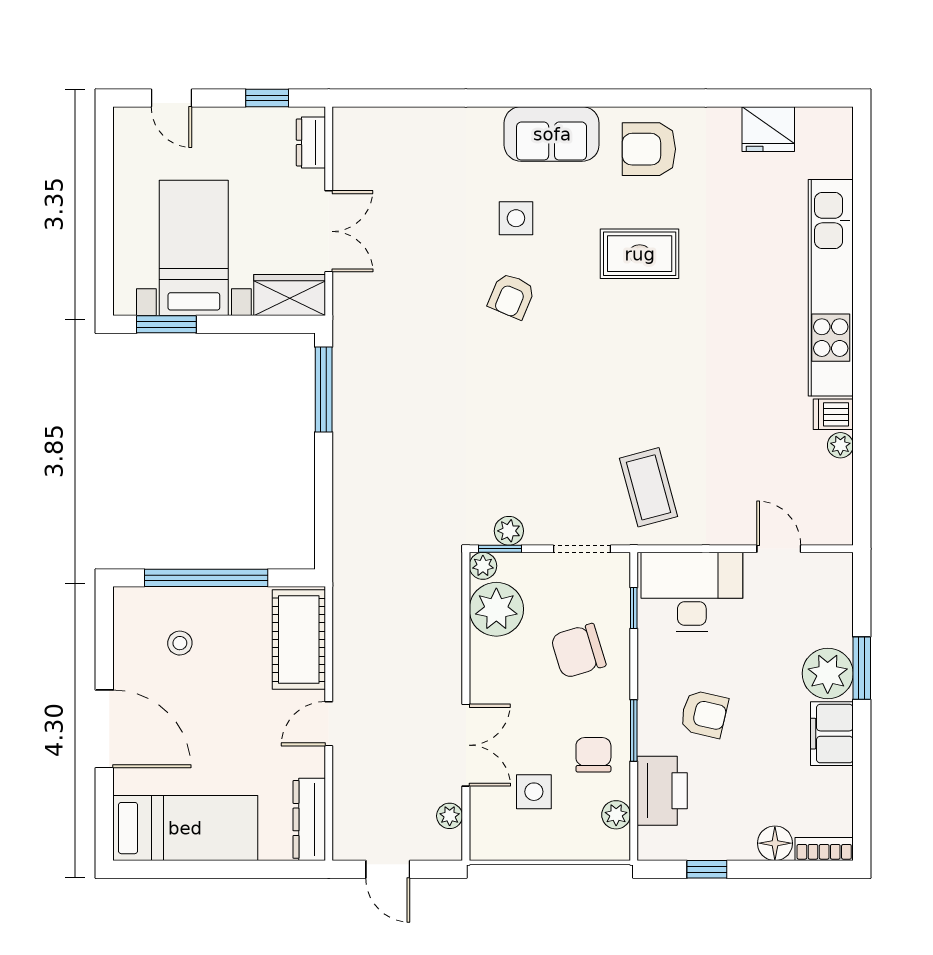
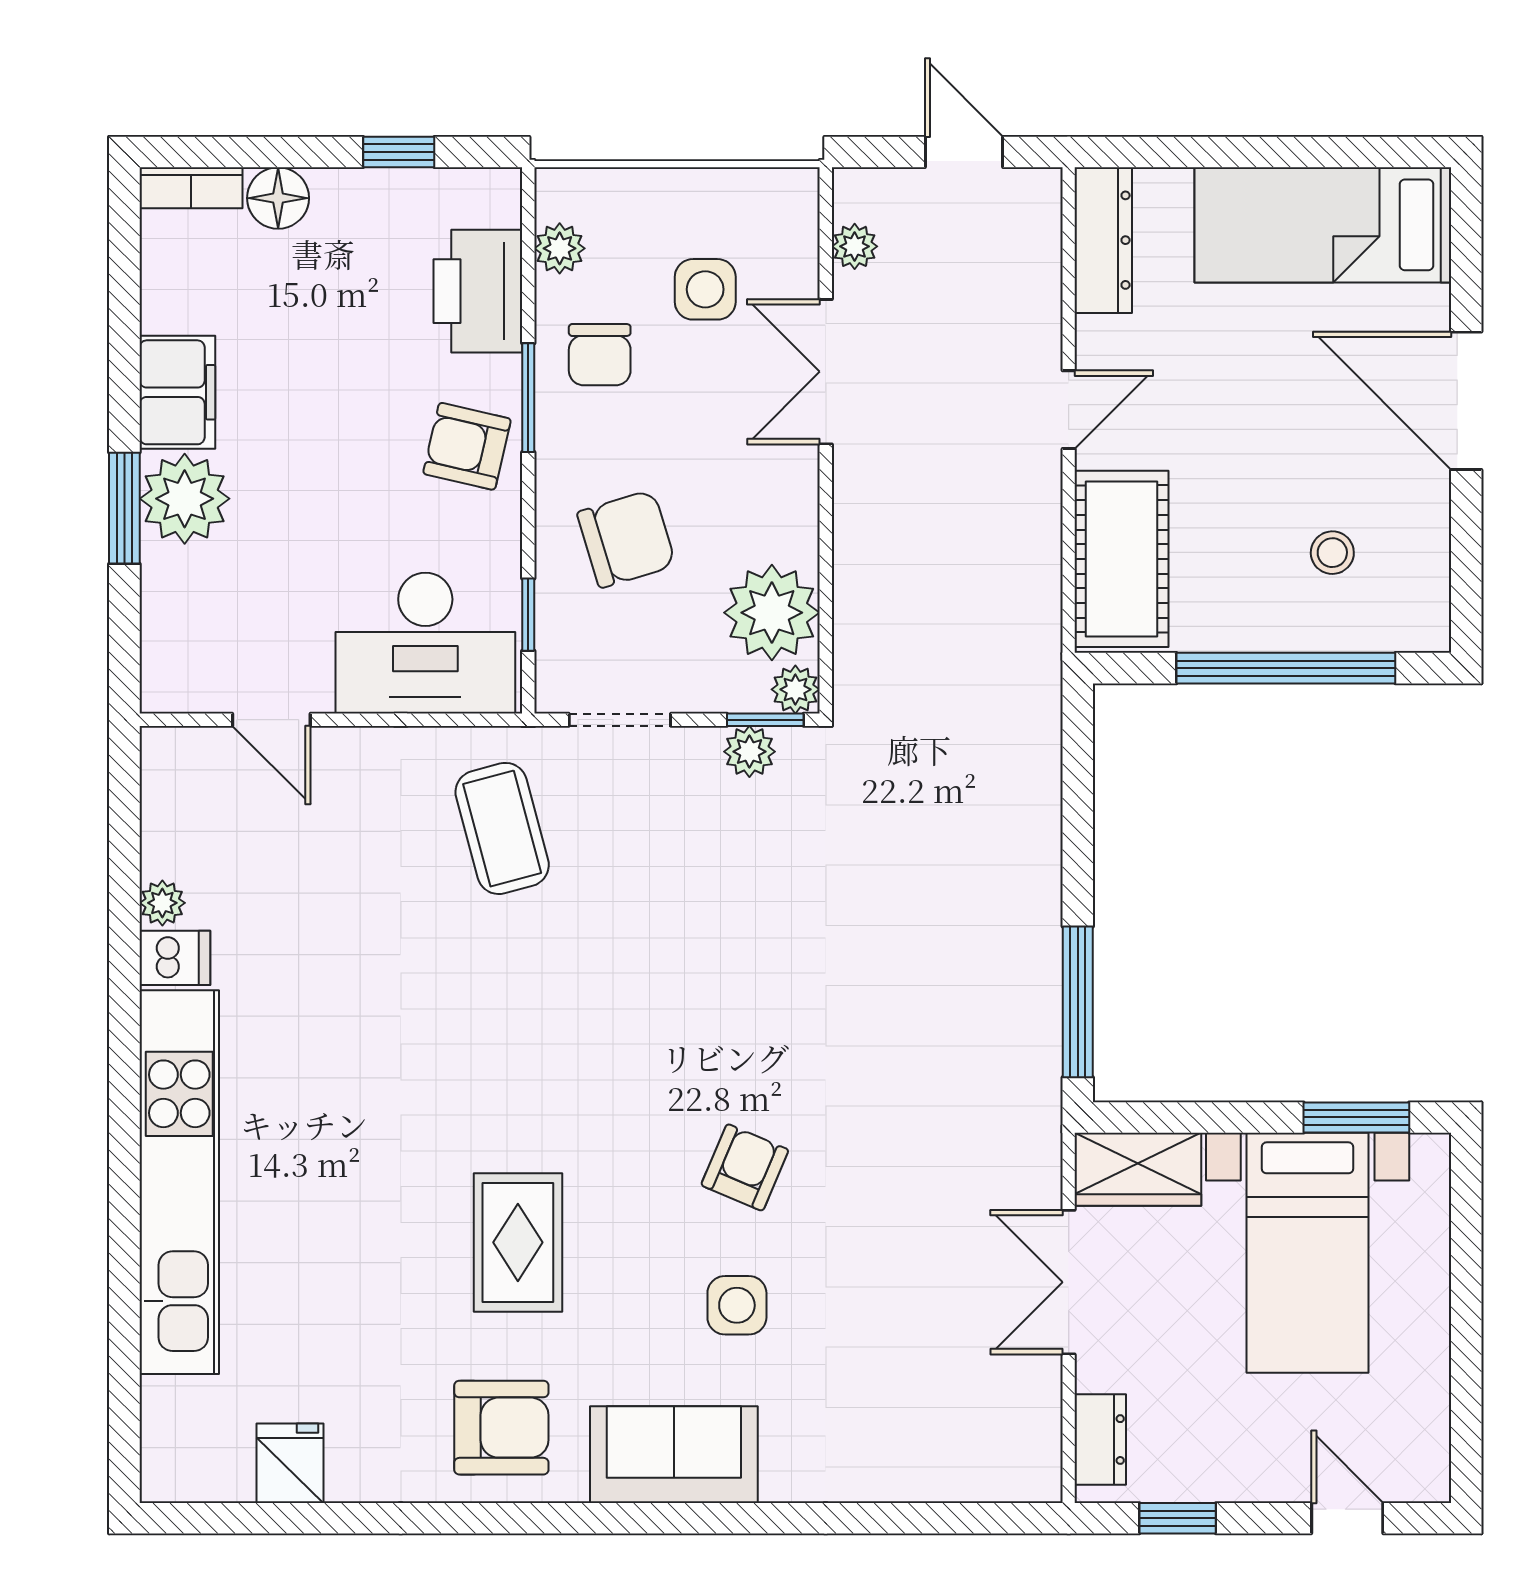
fridge: (768, 129) -> (290, 1463), width x0.72
rug: (640, 254) -> (518, 1242), turned 90
armchair: (704, 714) -> (467, 446), moved

